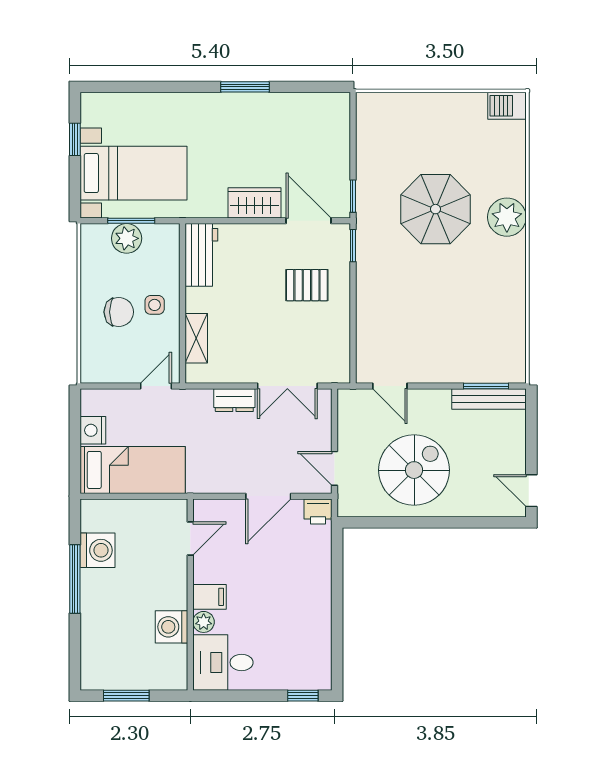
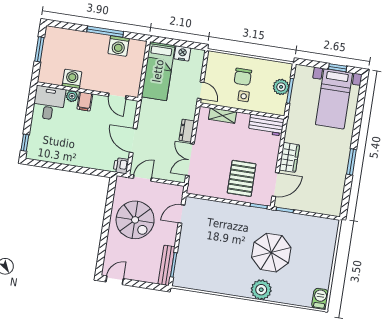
bed with nightstands: (133, 173) -> (334, 99), moved
pallet: (307, 285) -> (242, 178), width x1.50, depth x1.42

